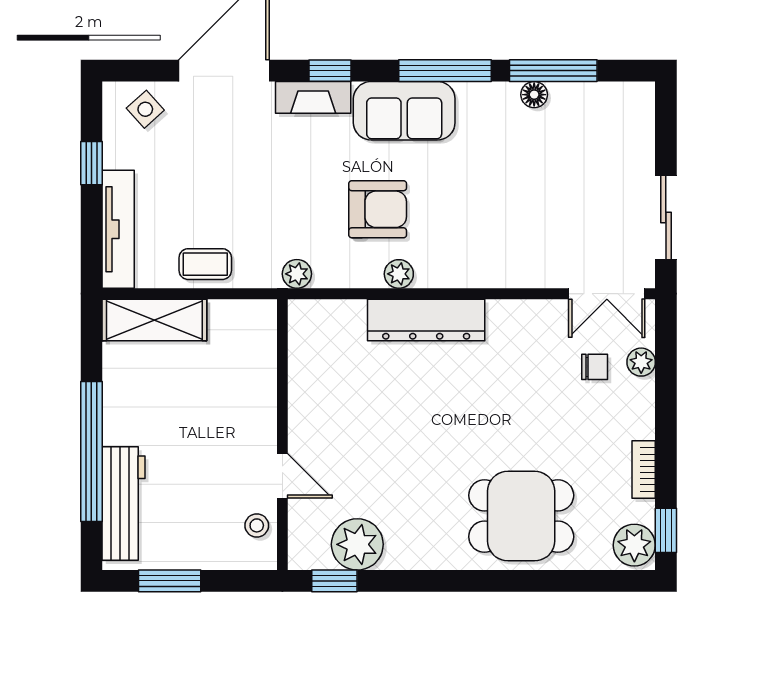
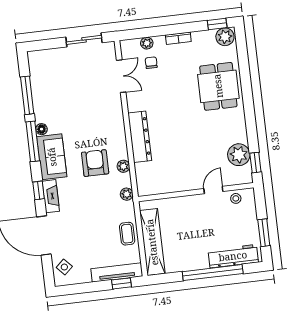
floor lamp: (534, 95) -> (42, 129), moved
window: (91, 163) -> (121, 283), moved
plant: (399, 274) -> (123, 166), moved
double door: (607, 294) -> (121, 76), moved
shelving: (154, 320) -> (152, 242), width x1.47
bookcase: (644, 470) -> (178, 38), moved

